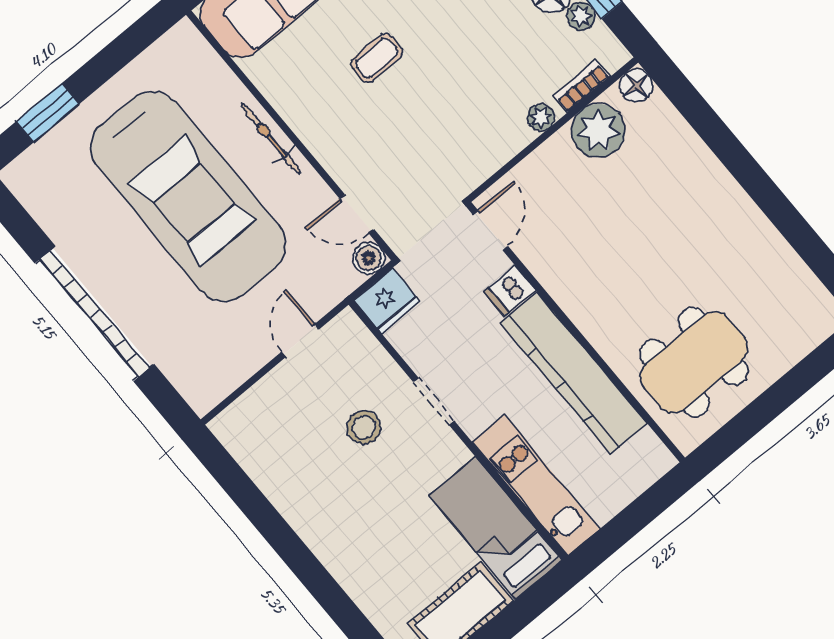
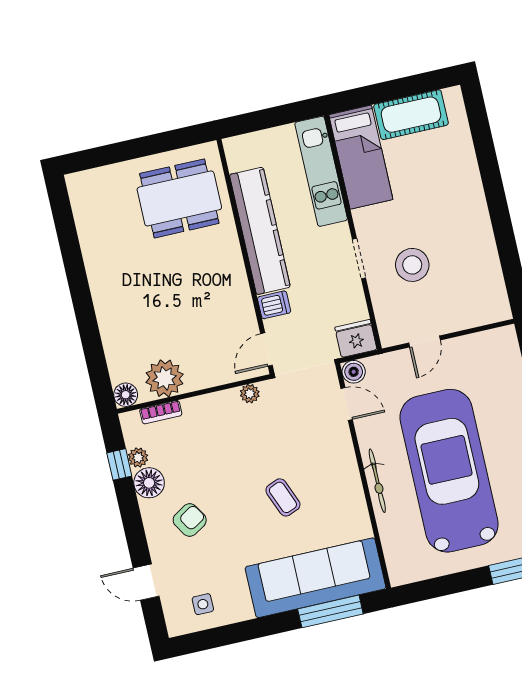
coffee table: (377, 58) -> (283, 497), turned 68
plant: (541, 117) -> (250, 394), moved
stool: (364, 427) -> (412, 265), width x1.38, depth x1.38

